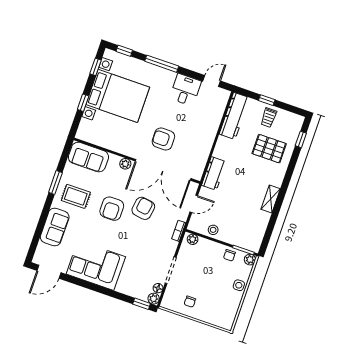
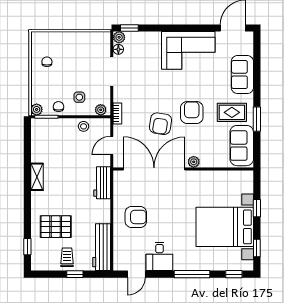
armchair: (163, 139) -> (136, 217), moved
sofa: (88, 157) -> (242, 146), moved, turned -90
side table: (239, 285) -> (79, 97), moved
chair: (190, 302) -> (47, 62), moved

